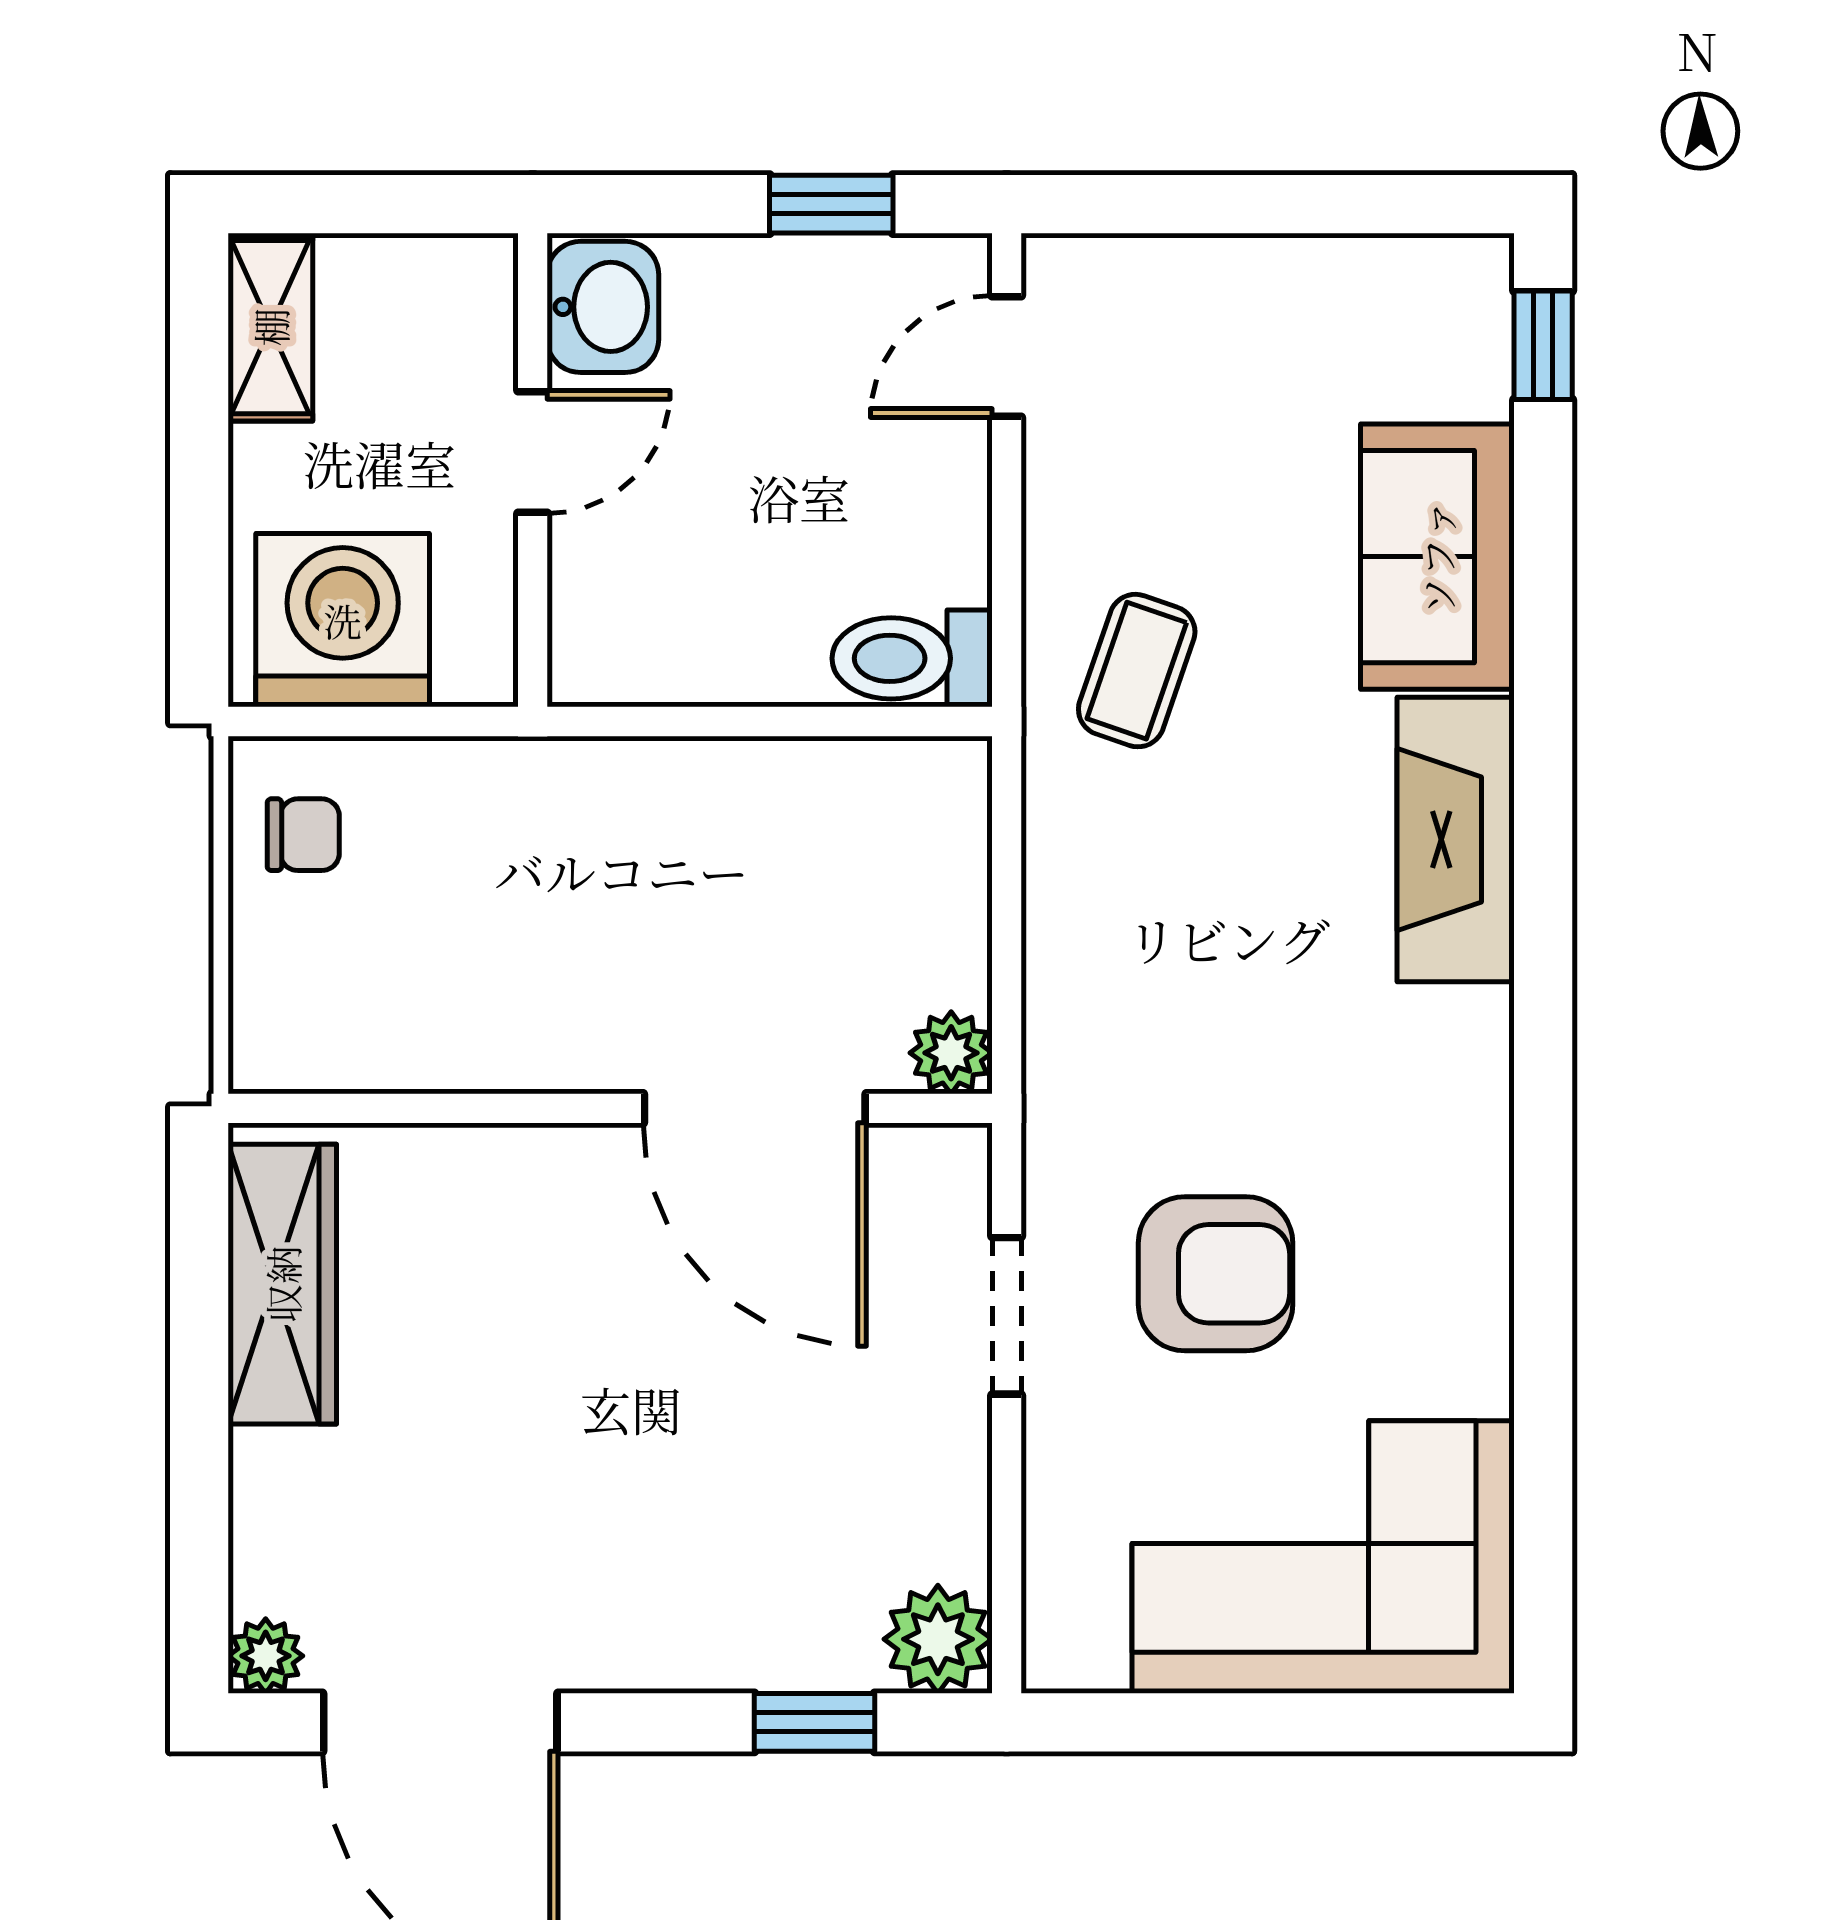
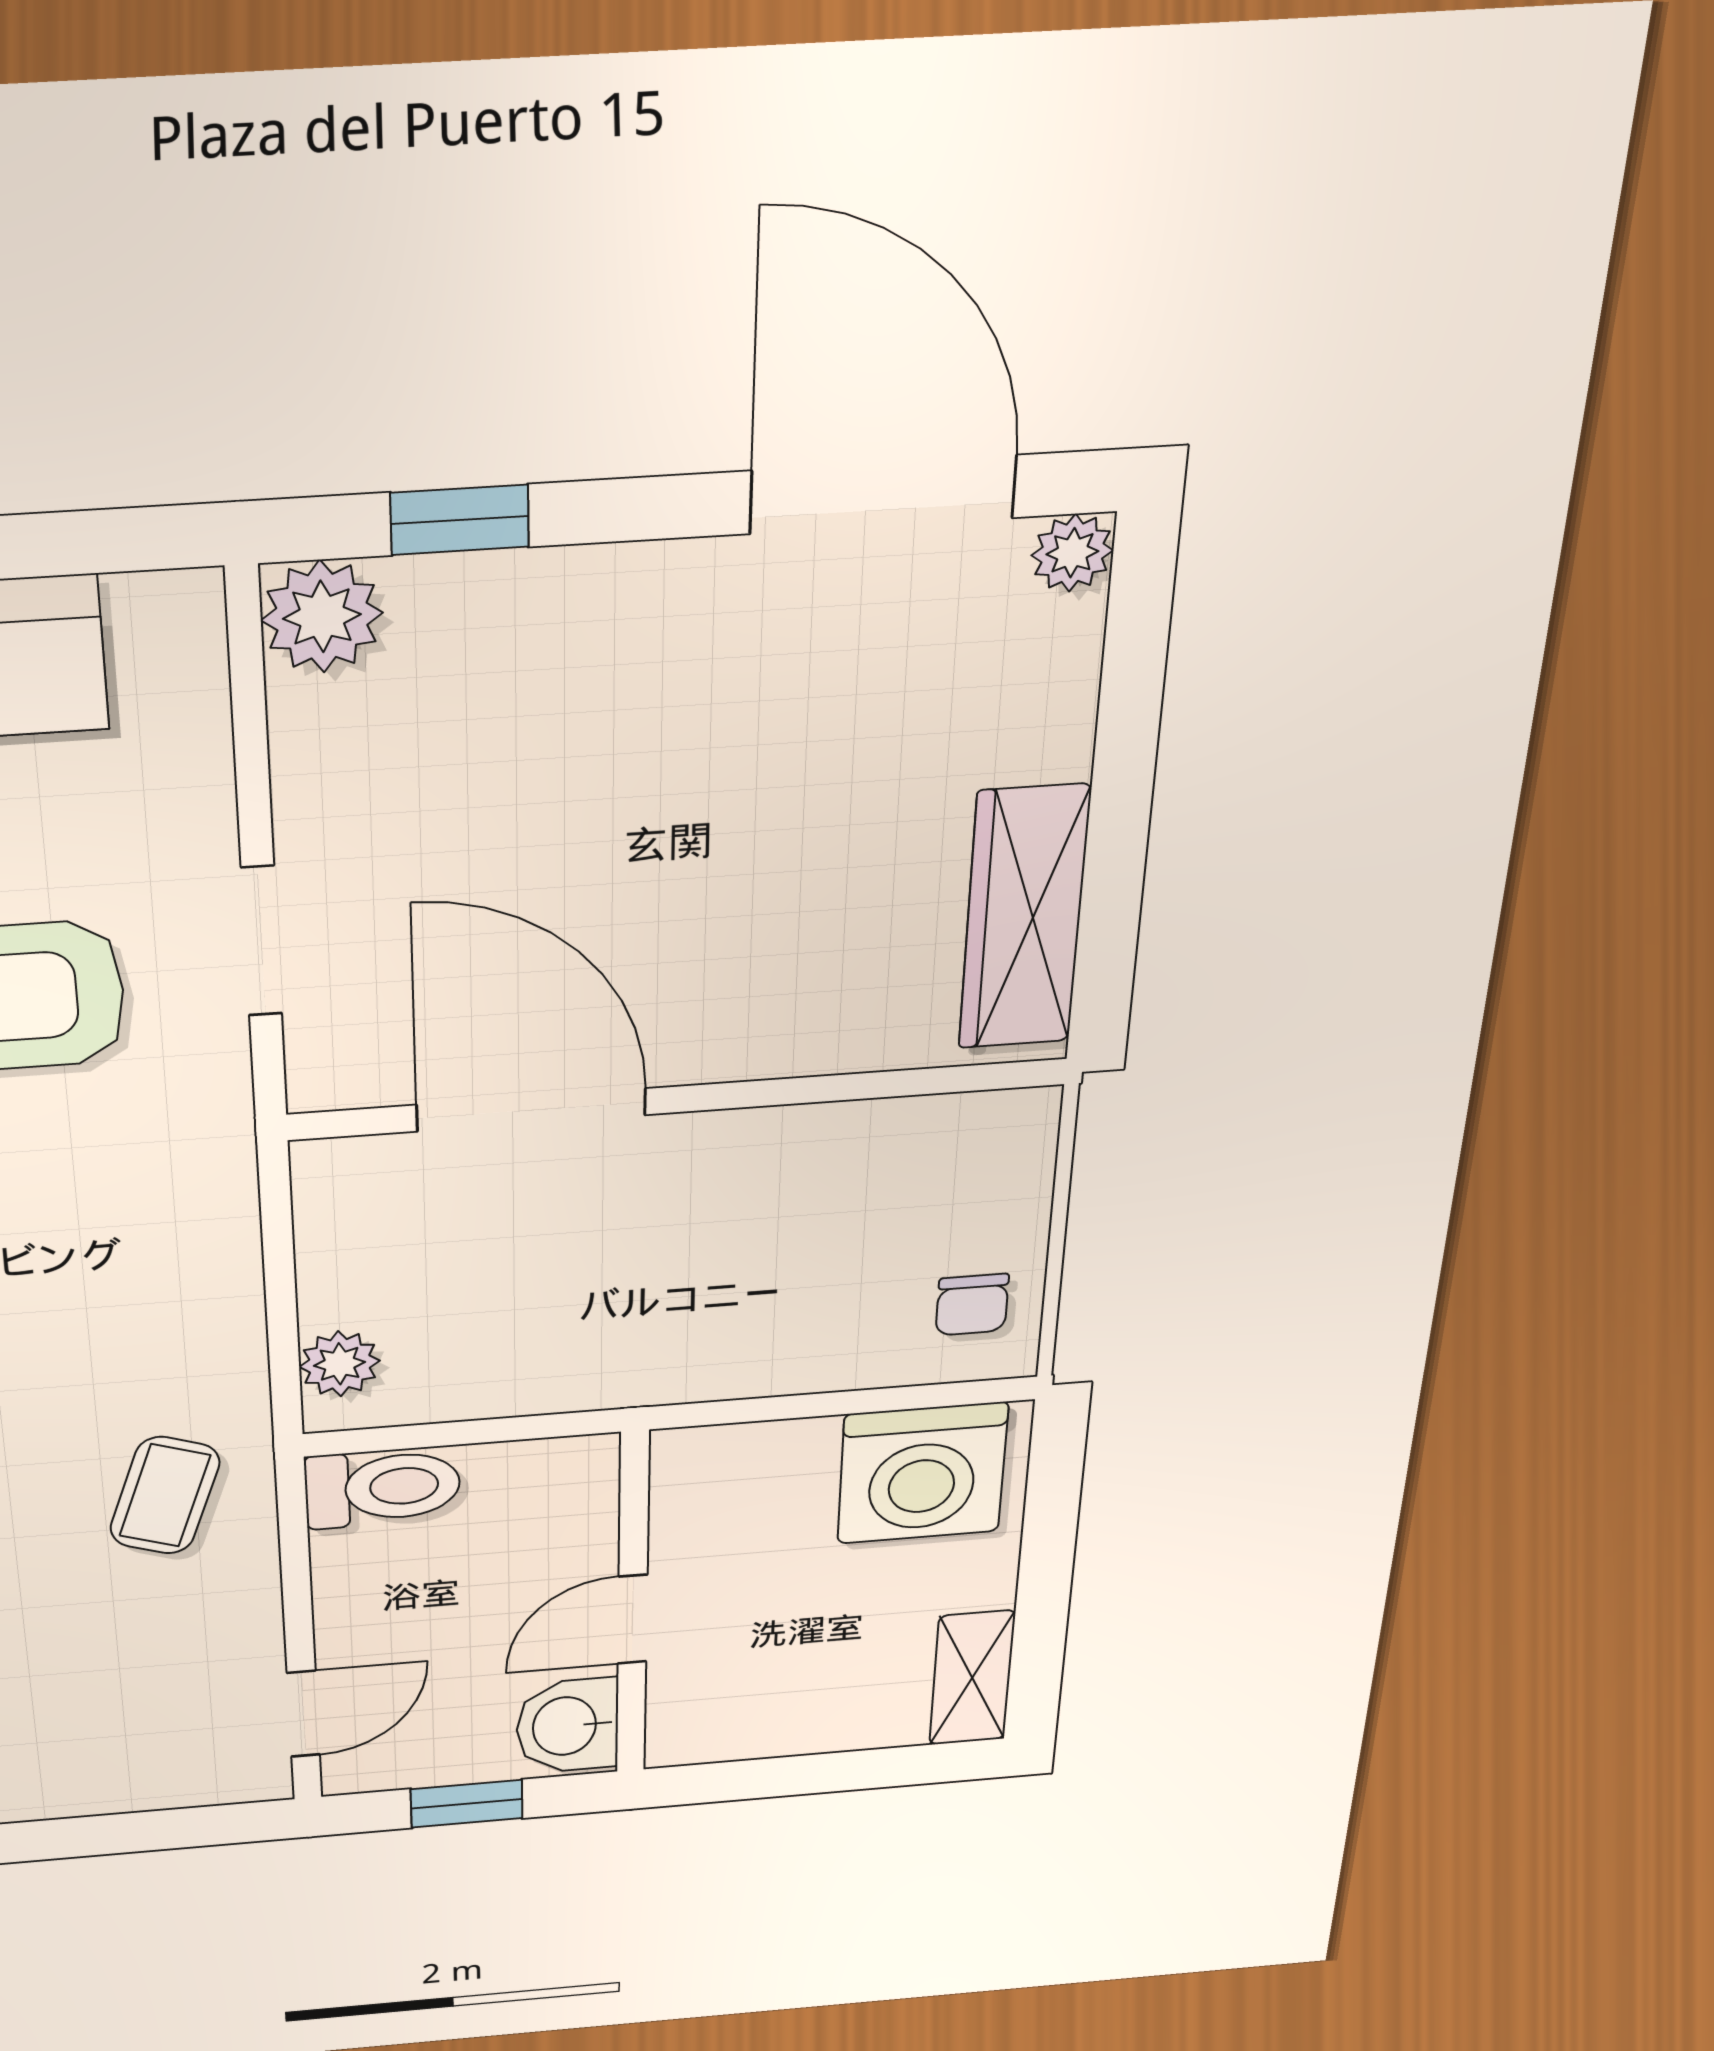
washbasin: (603, 307) -> (567, 1726), moved
door: (533, 452) -> (632, 1619), moved
wall: (533, 470) -> (633, 1606), moved
chair: (303, 835) -> (972, 1305), turned -90
plant: (951, 1053) -> (340, 1364), moved

